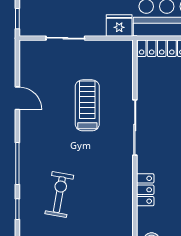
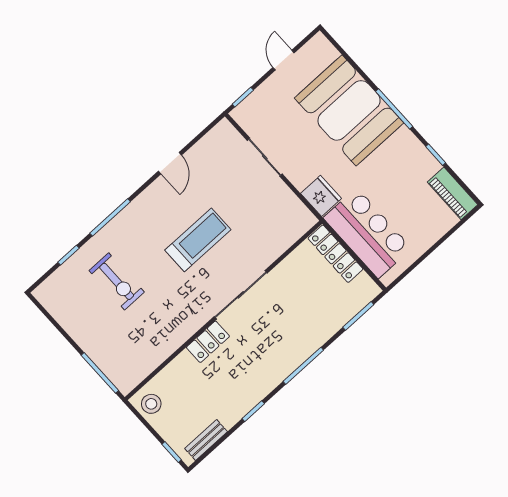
treadmill: (87, 105) -> (198, 240), moved
locker: (145, 190) -> (208, 342), moved
exercise bike: (59, 195) -> (117, 281), turned 80

